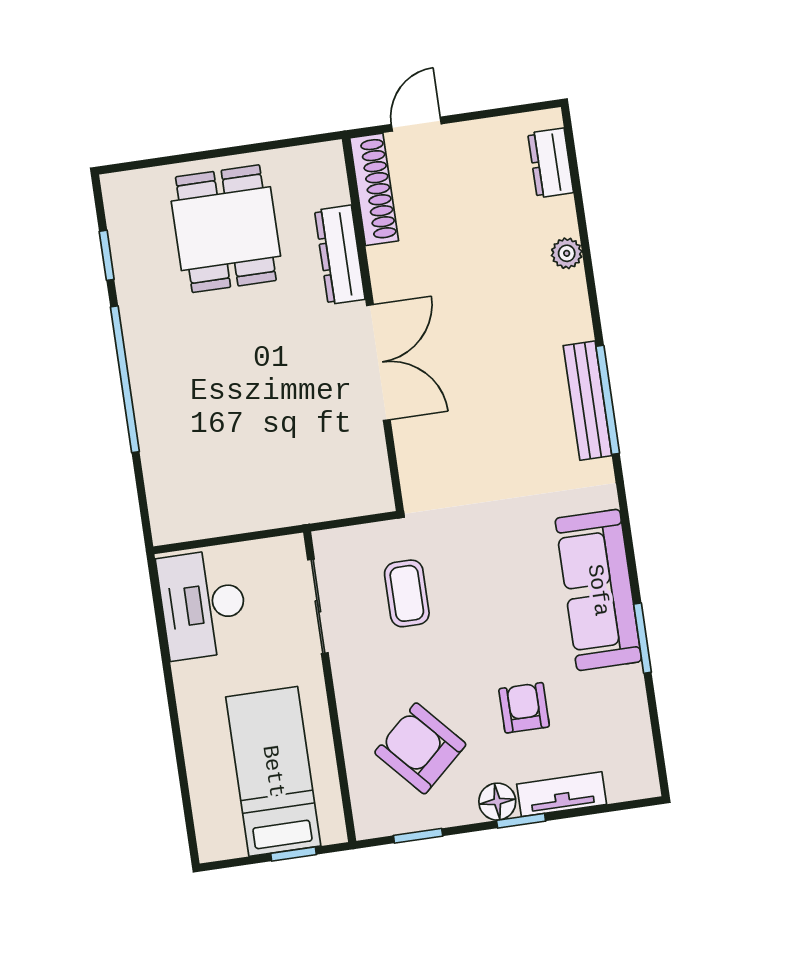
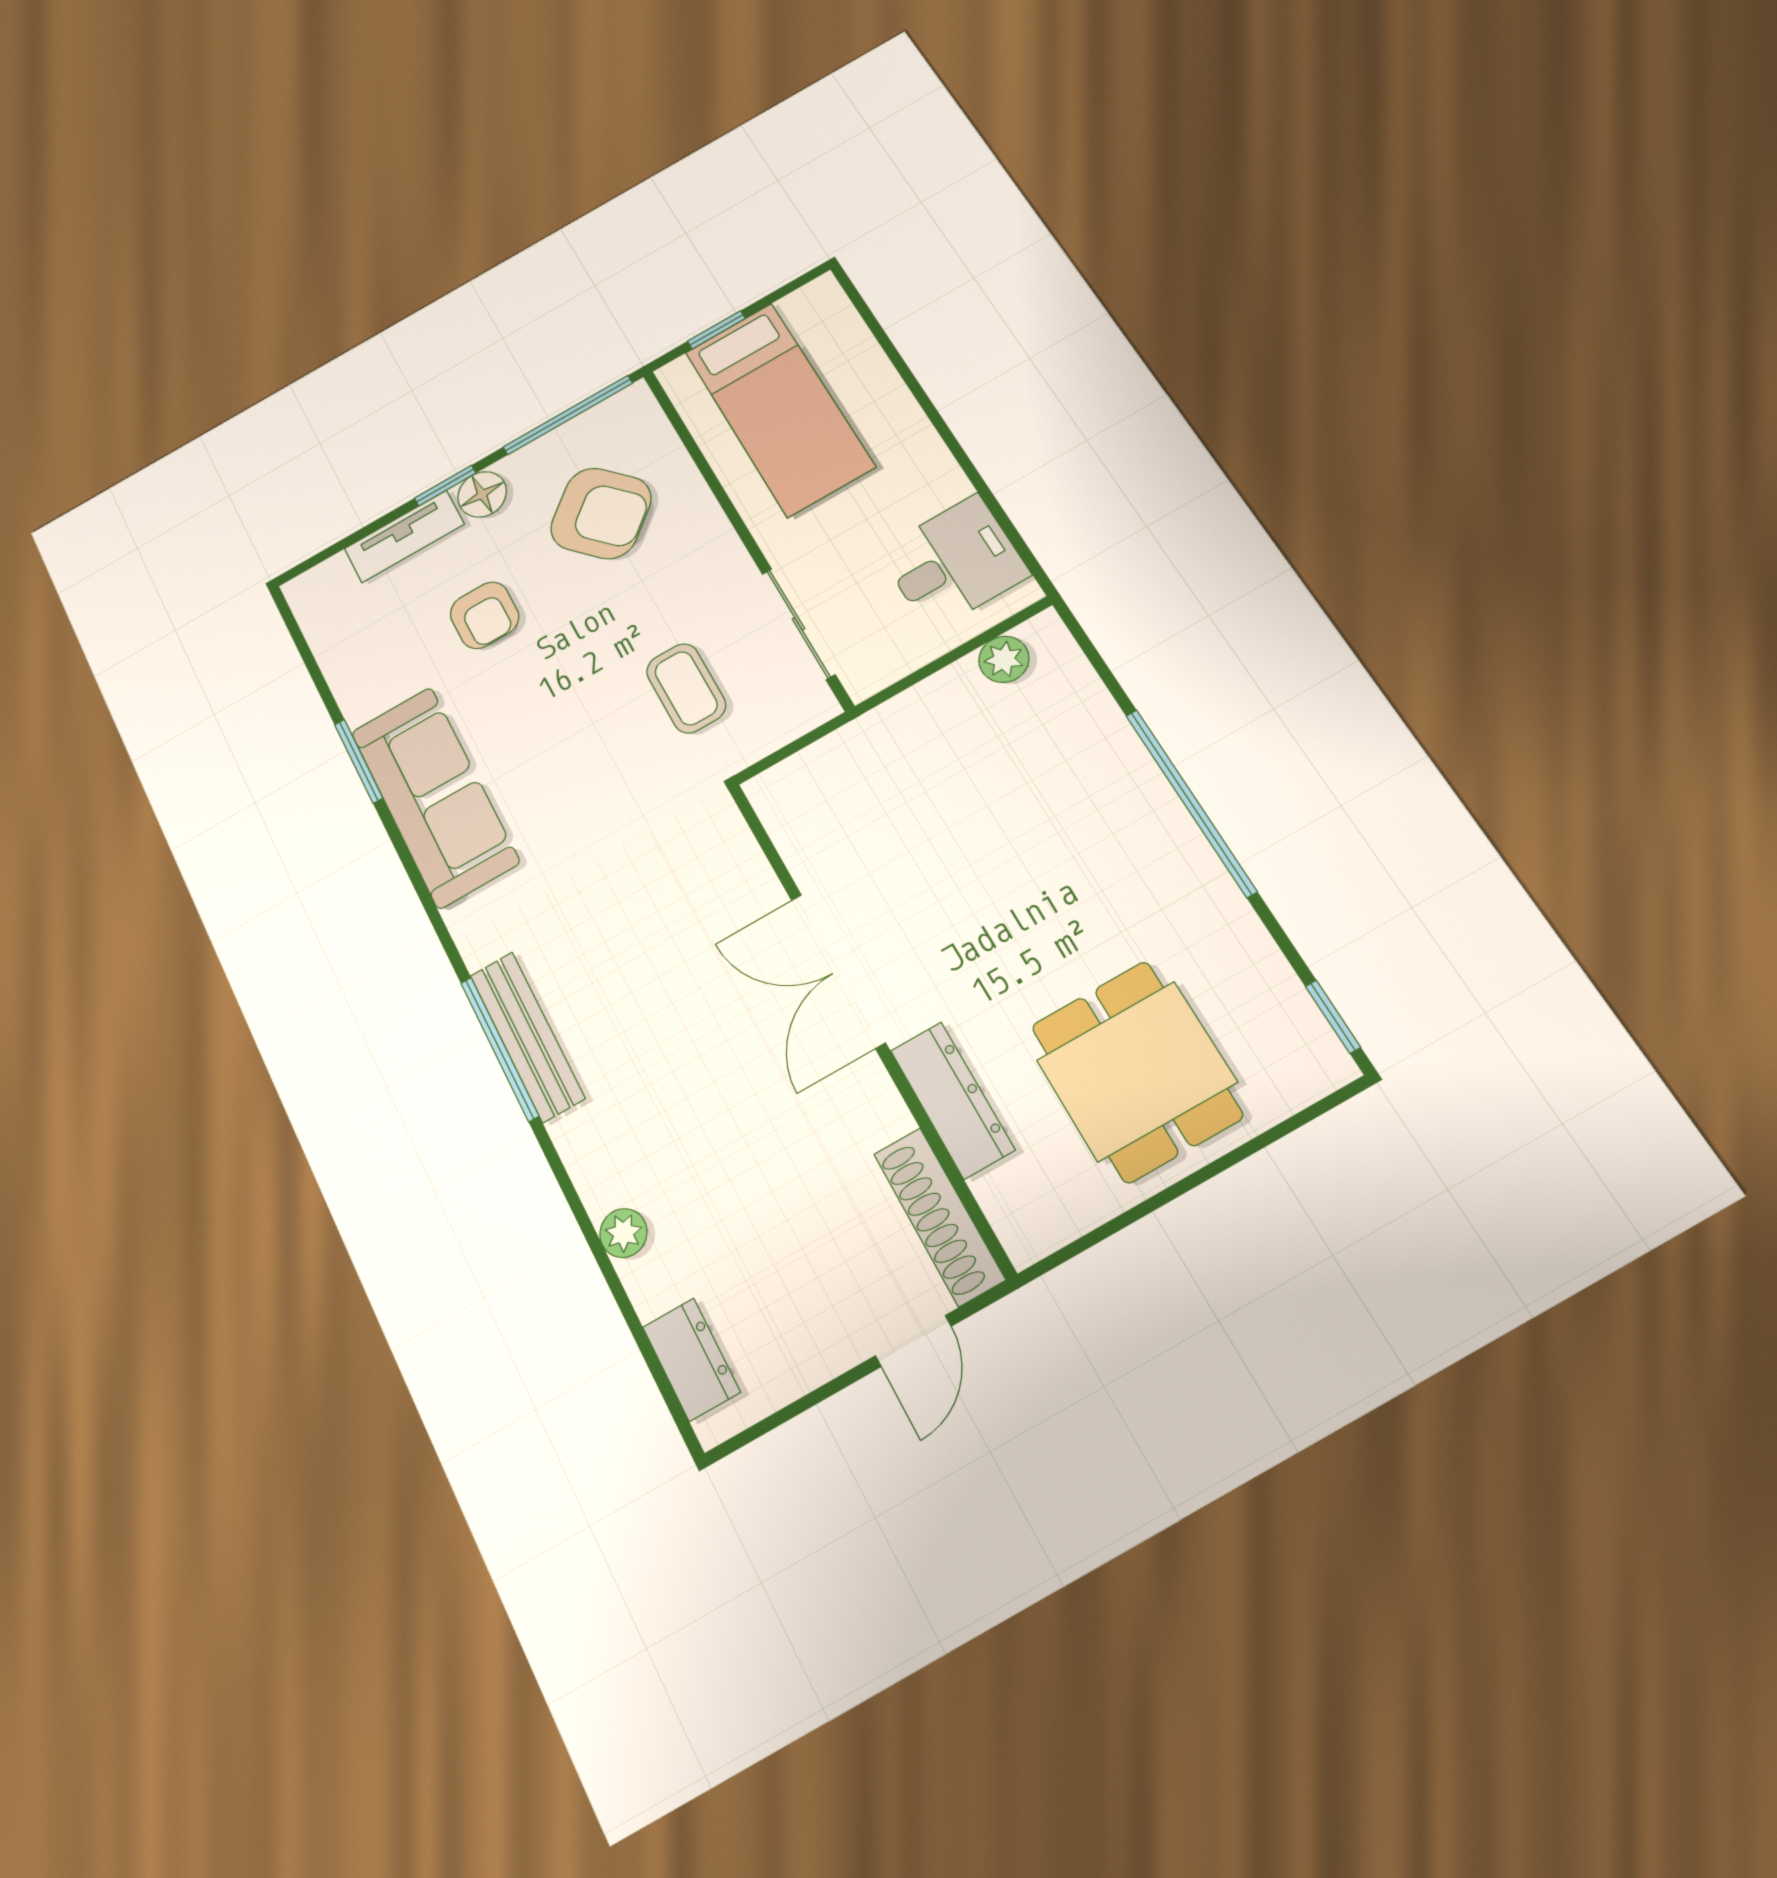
window: (107, 255) -> (1333, 1017), moved
plant: (198, 523) -> (1004, 659), added
desk: (203, 604) -> (954, 563), width x0.73
window: (418, 836) -> (568, 415), width x2.17

